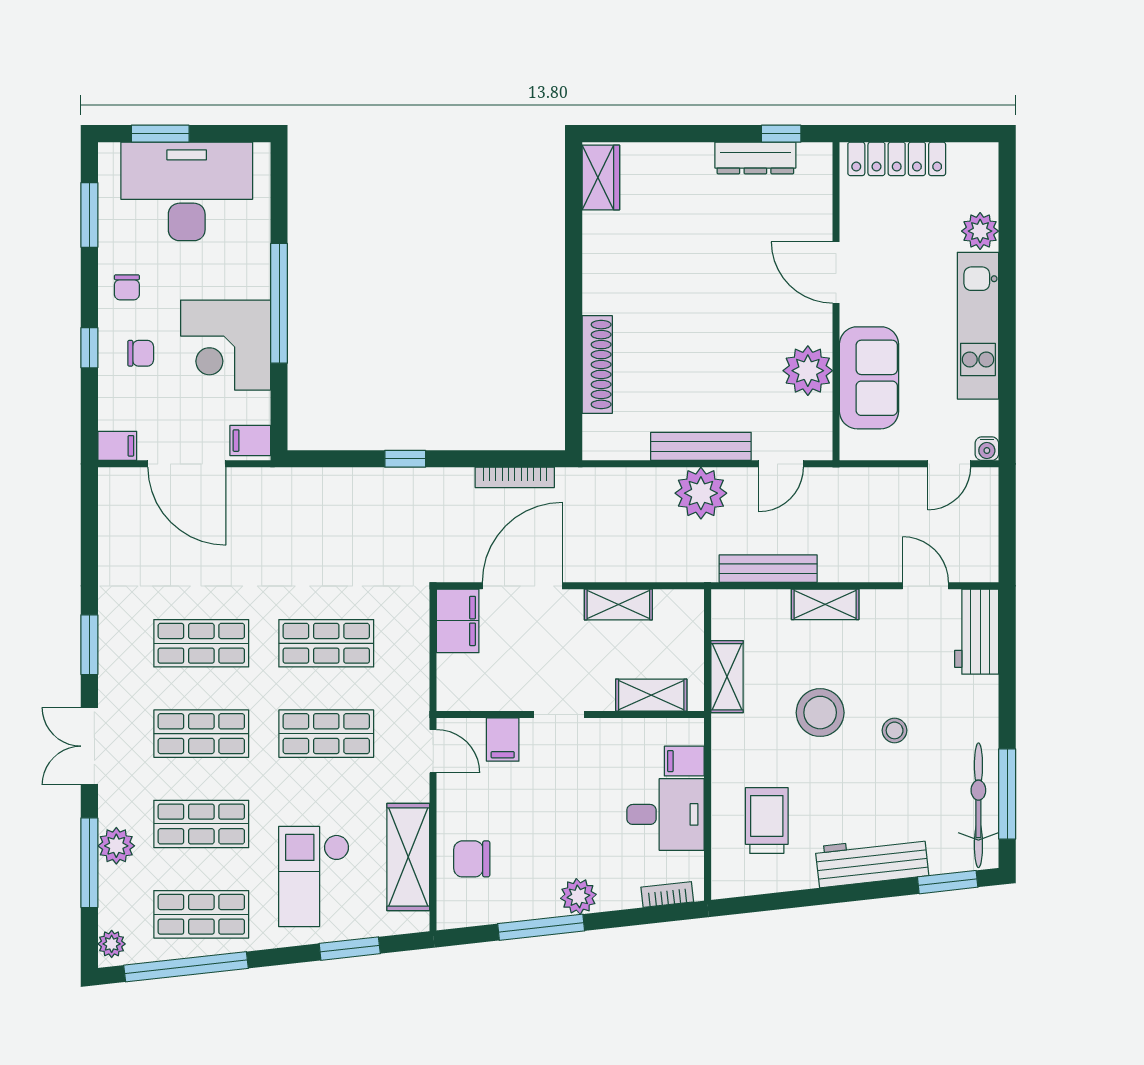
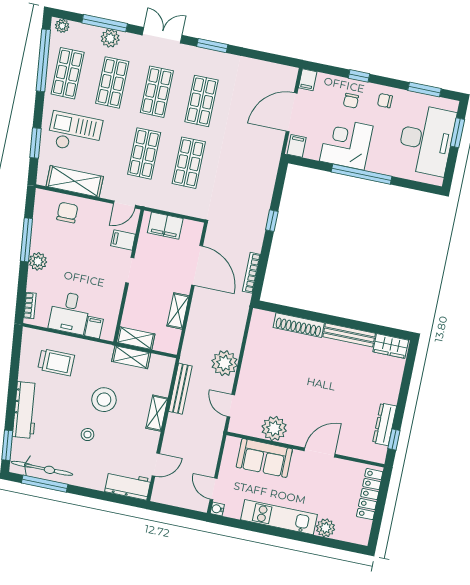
bench: (701, 446) -> (349, 335), moved, turned 90
filing cabinet: (458, 621) -> (165, 226), moved
shelving: (651, 695) -> (136, 338), moved, turned 90

